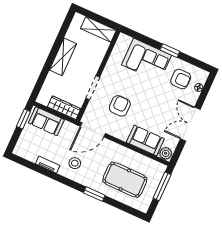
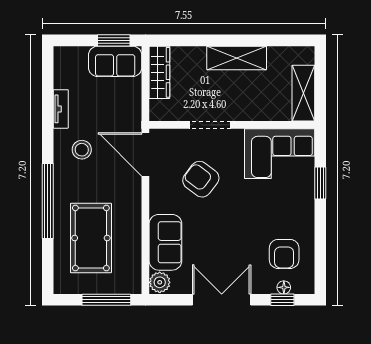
window: (170, 51) -> (320, 183), moved
corner sofa: (147, 60) -> (280, 154), moved, turned -90
window: (205, 91) -> (282, 300), added
armchair: (120, 106) -> (201, 179), turned -143
wardrobe: (64, 108) -> (159, 72), moved
sofa: (46, 121) -> (115, 61), moved, turned -90
window: (94, 194) -> (48, 201), width x2.11

